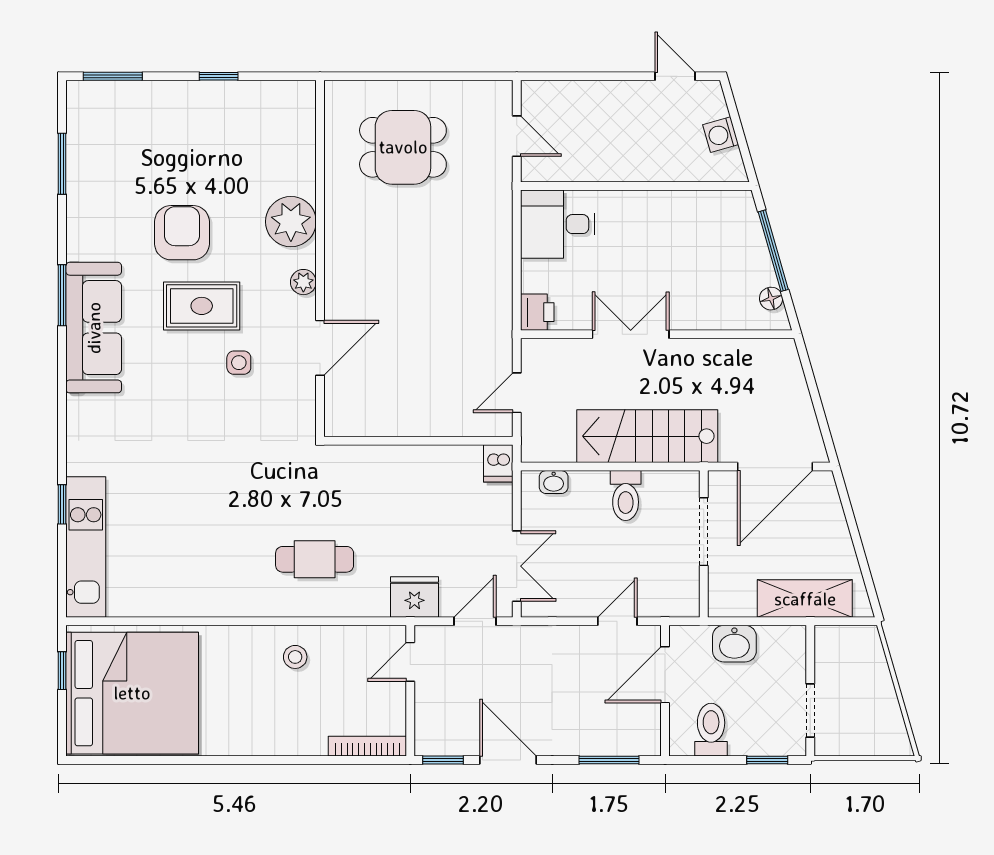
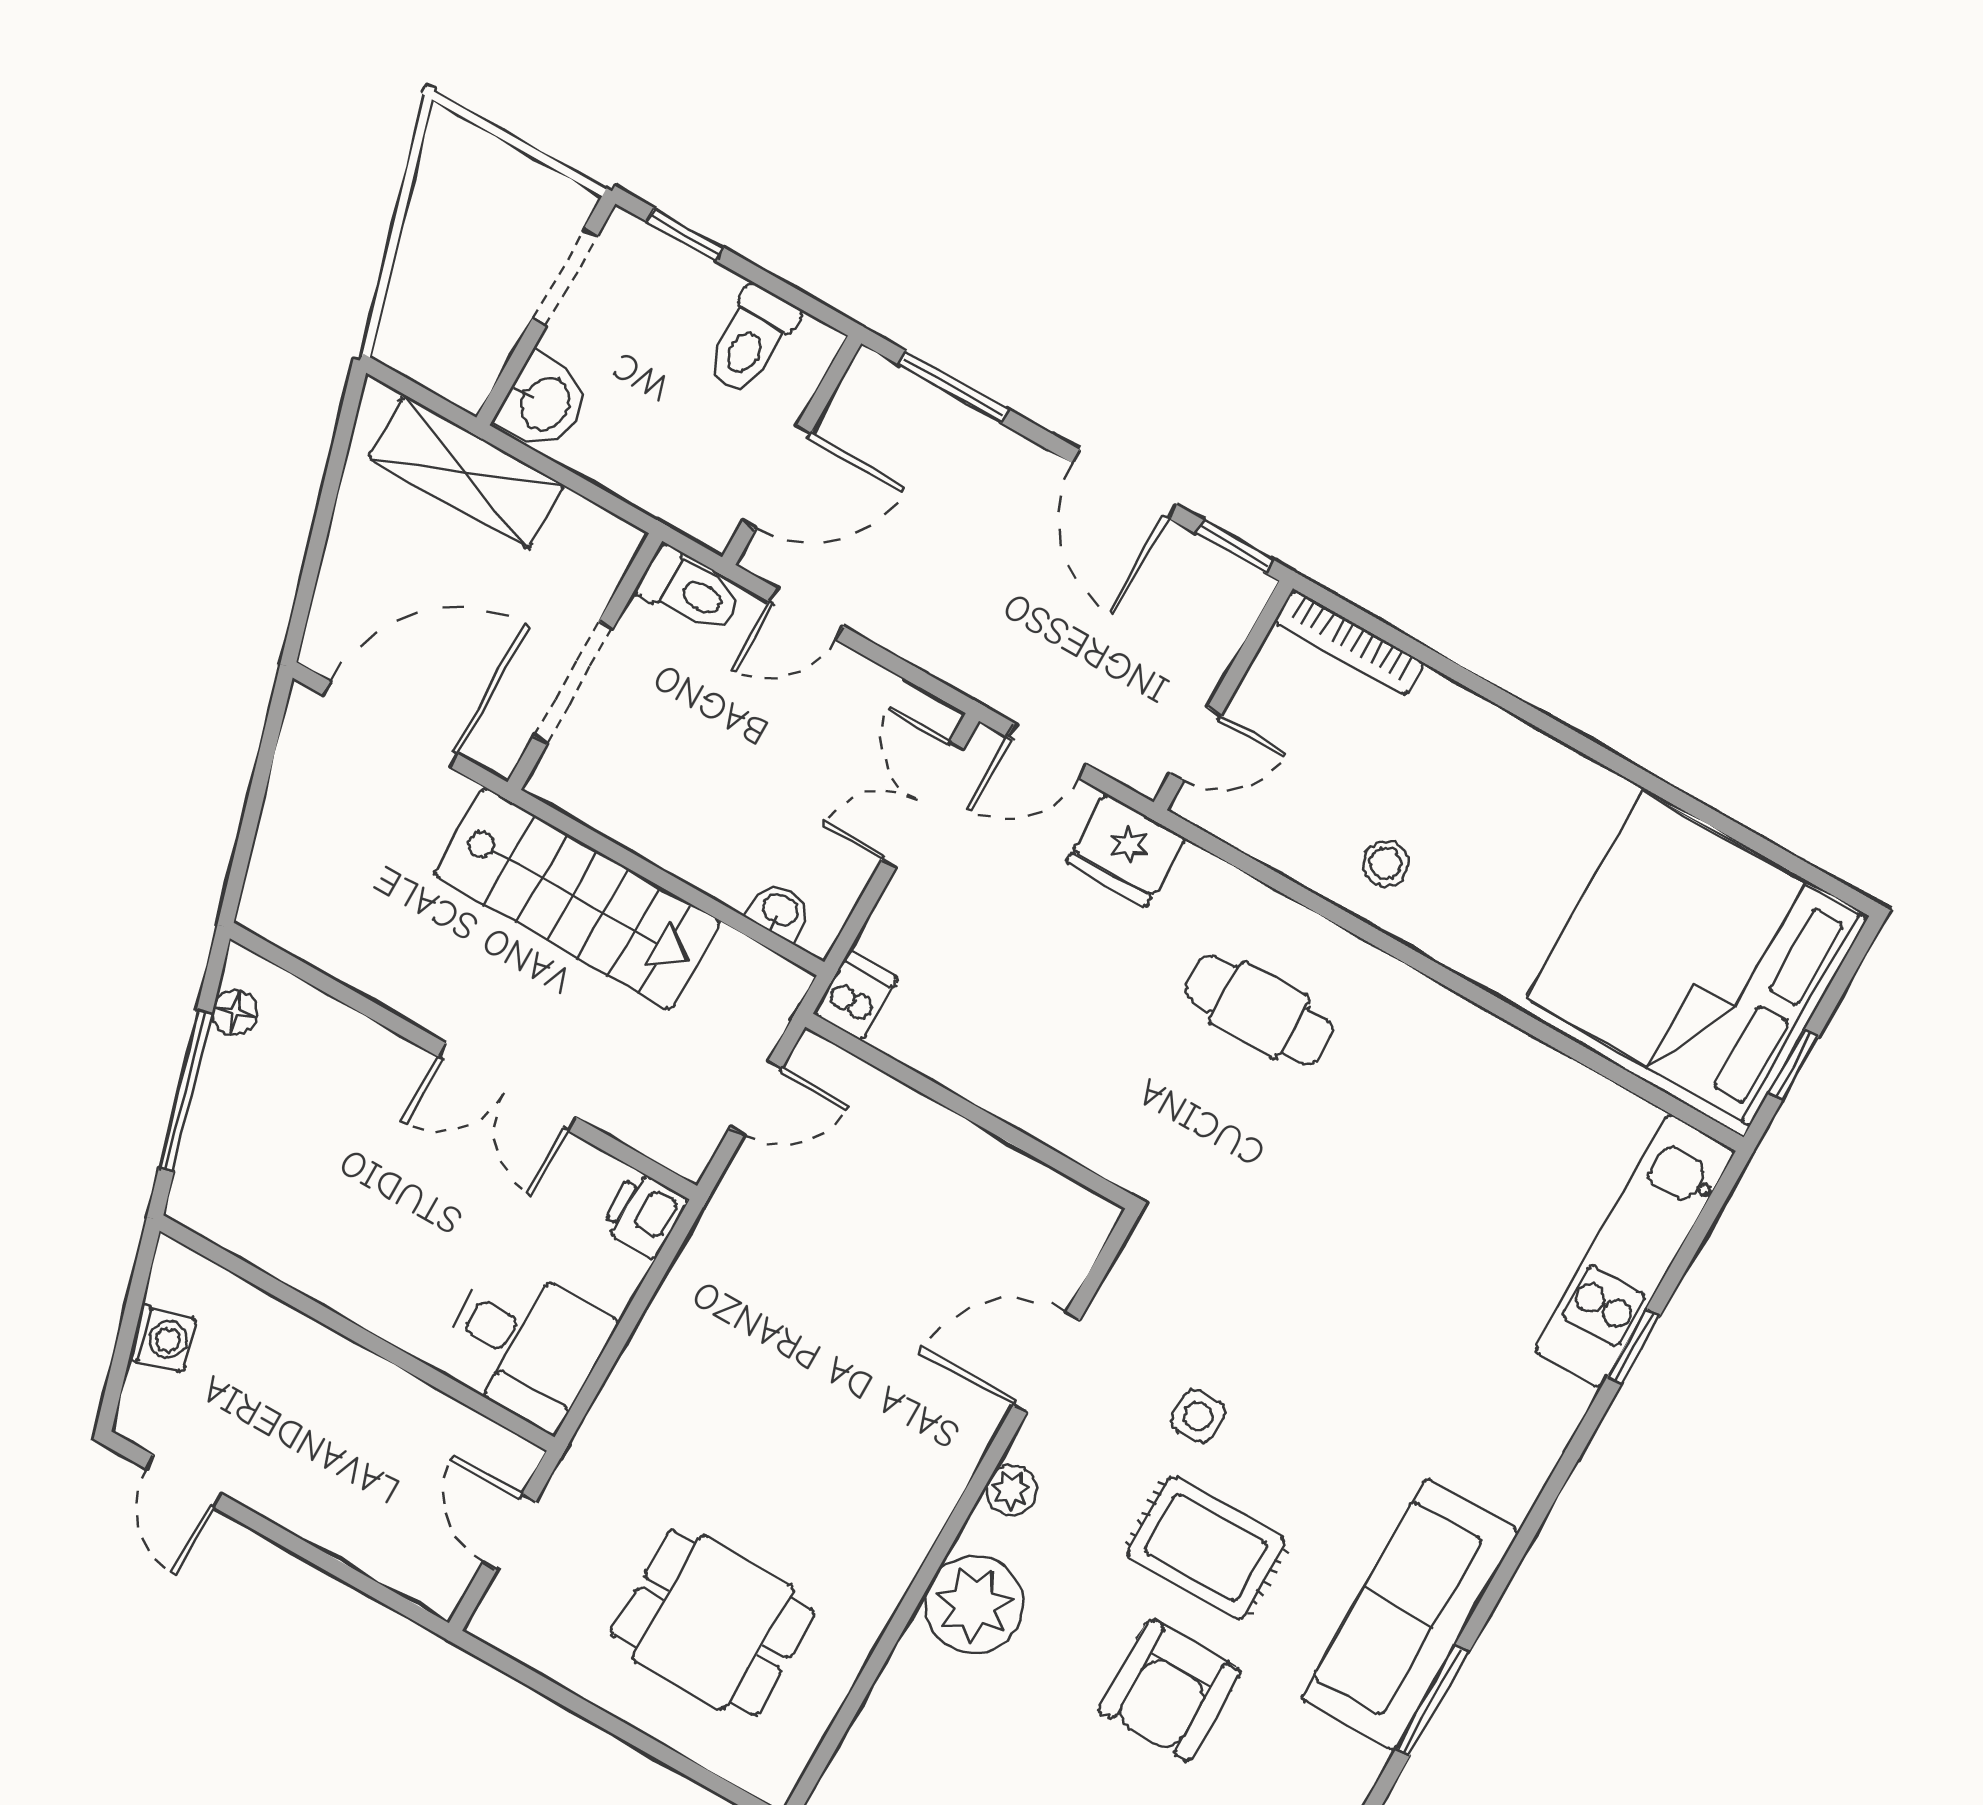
toilet: (626, 496) -> (690, 591), moved, turned 90
washbasin: (734, 644) -> (543, 403), moved, turned 90

